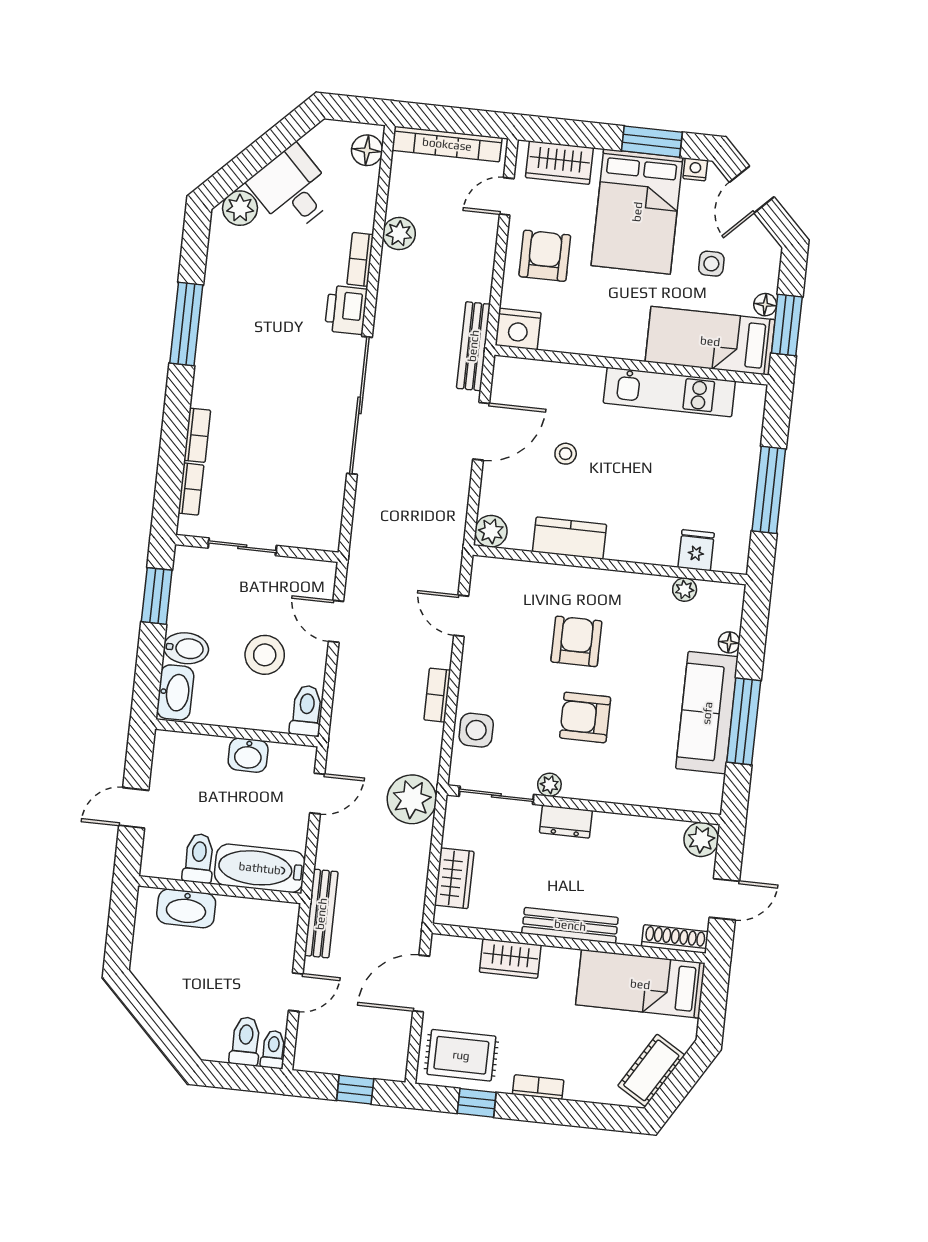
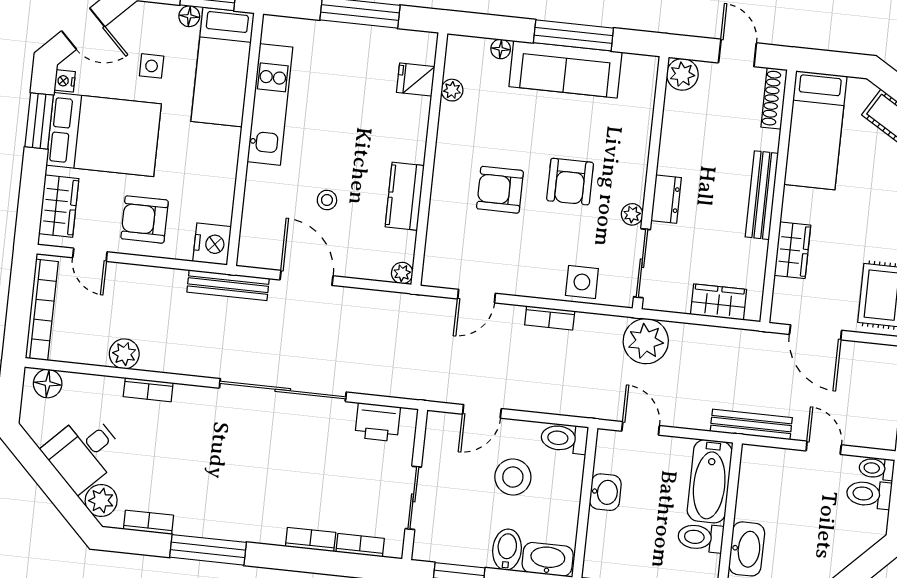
bookcase: (216, 259) -> (149, 522), added
printer: (346, 310) -> (378, 422), moved
plant: (491, 531) -> (402, 273), width x0.73, depth x0.73

